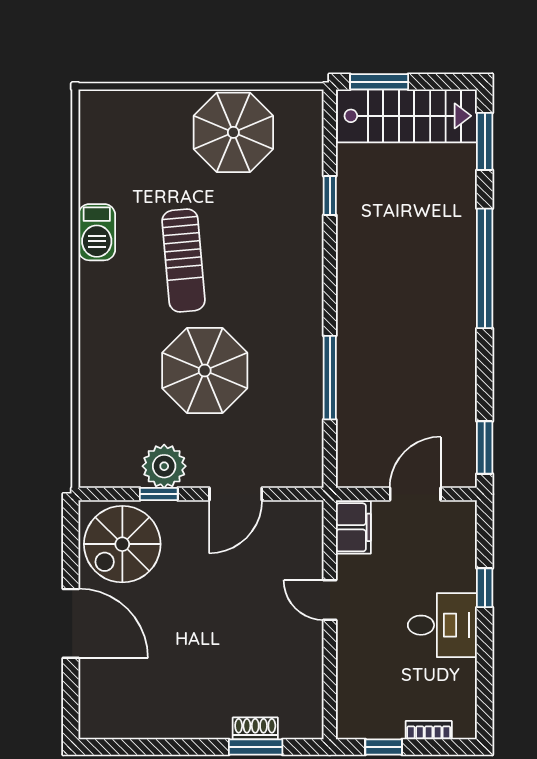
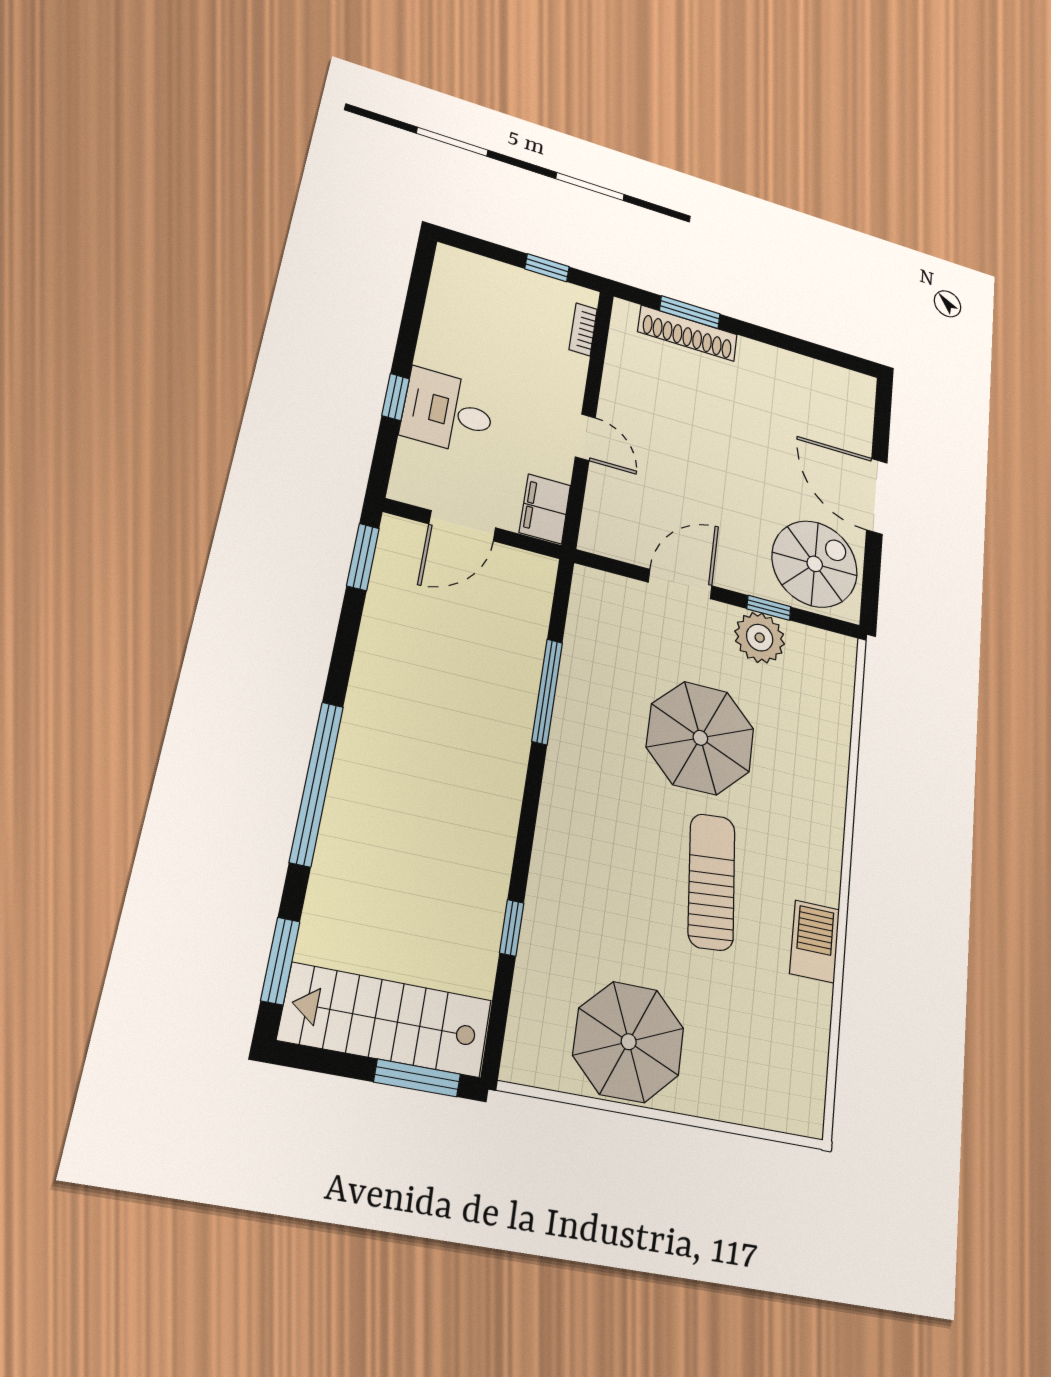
desk: (442, 625) -> (448, 412), moved
shoe rack: (255, 728) -> (688, 333), width x1.94, depth x1.24
bookcase: (429, 730) -> (583, 329), moved, turned 90

